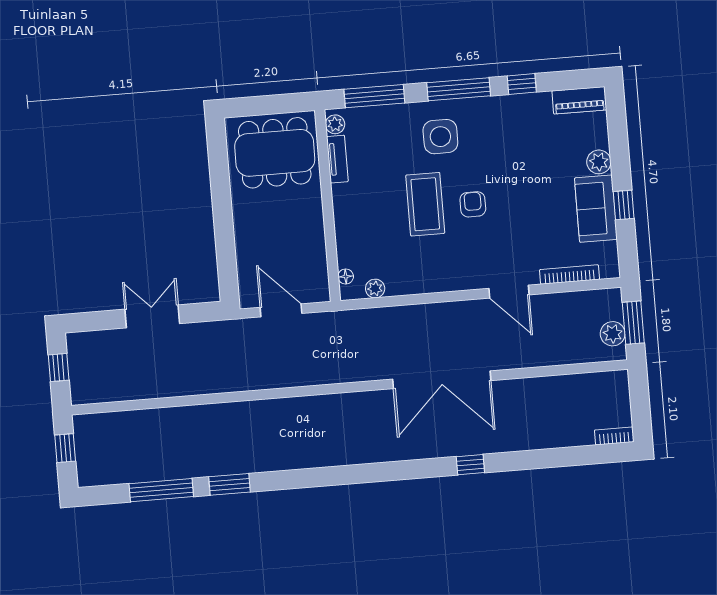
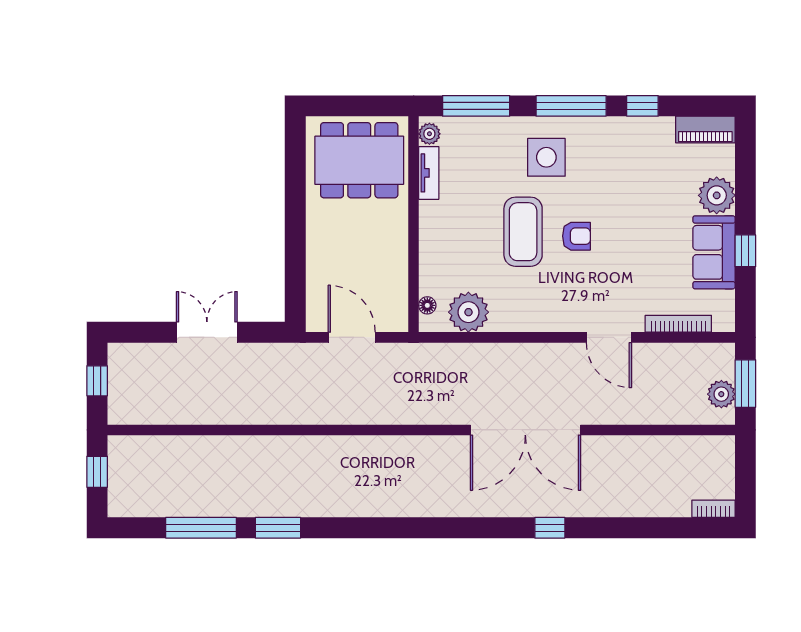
plant: (599, 162) -> (717, 195), width x1.36, depth x1.36
armchair: (473, 204) -> (576, 236), turned 90
plant: (375, 289) -> (468, 312), width x1.88, depth x1.88

